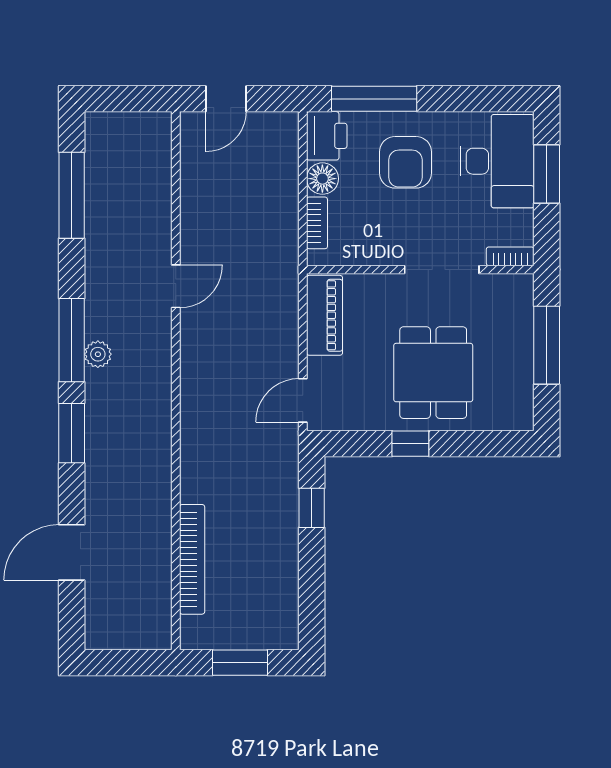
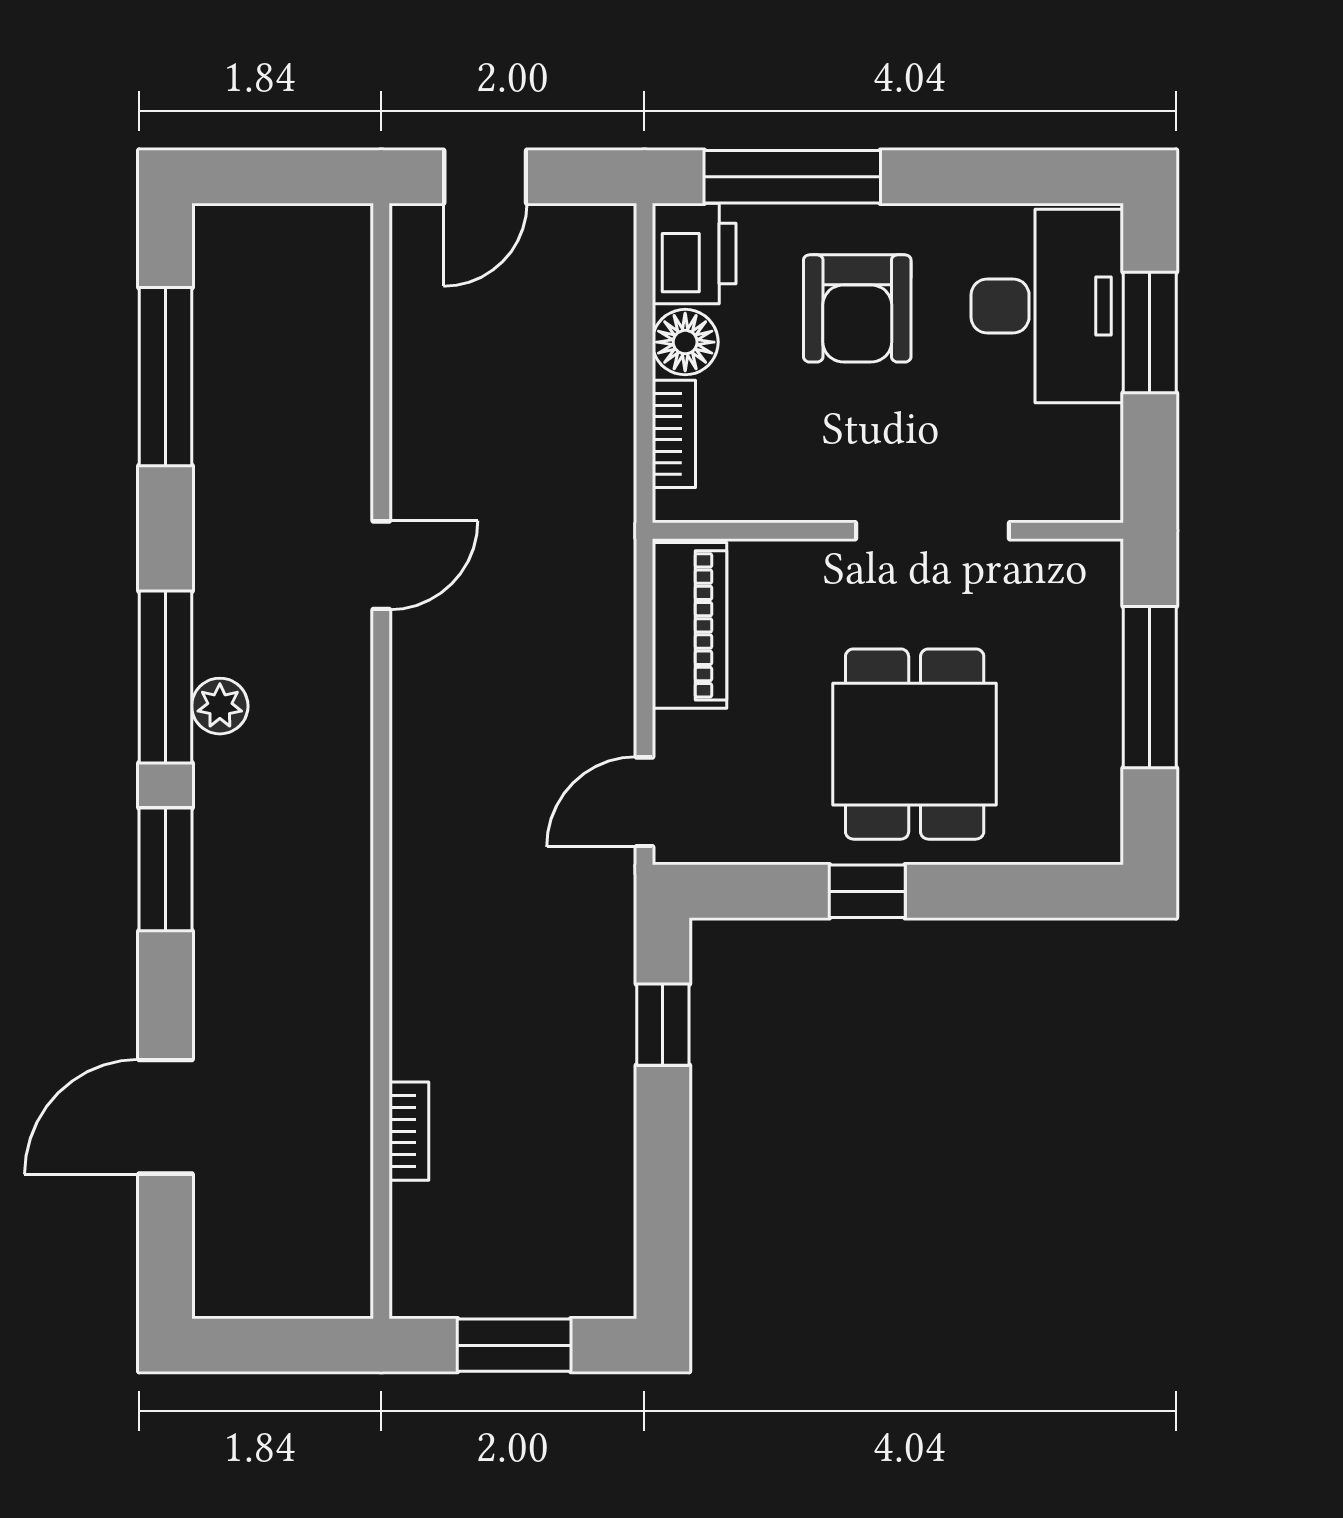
bookcase: (510, 256) -> (1074, 503), removed
bookcase: (192, 559) -> (409, 1131), width x0.43, depth x0.76

